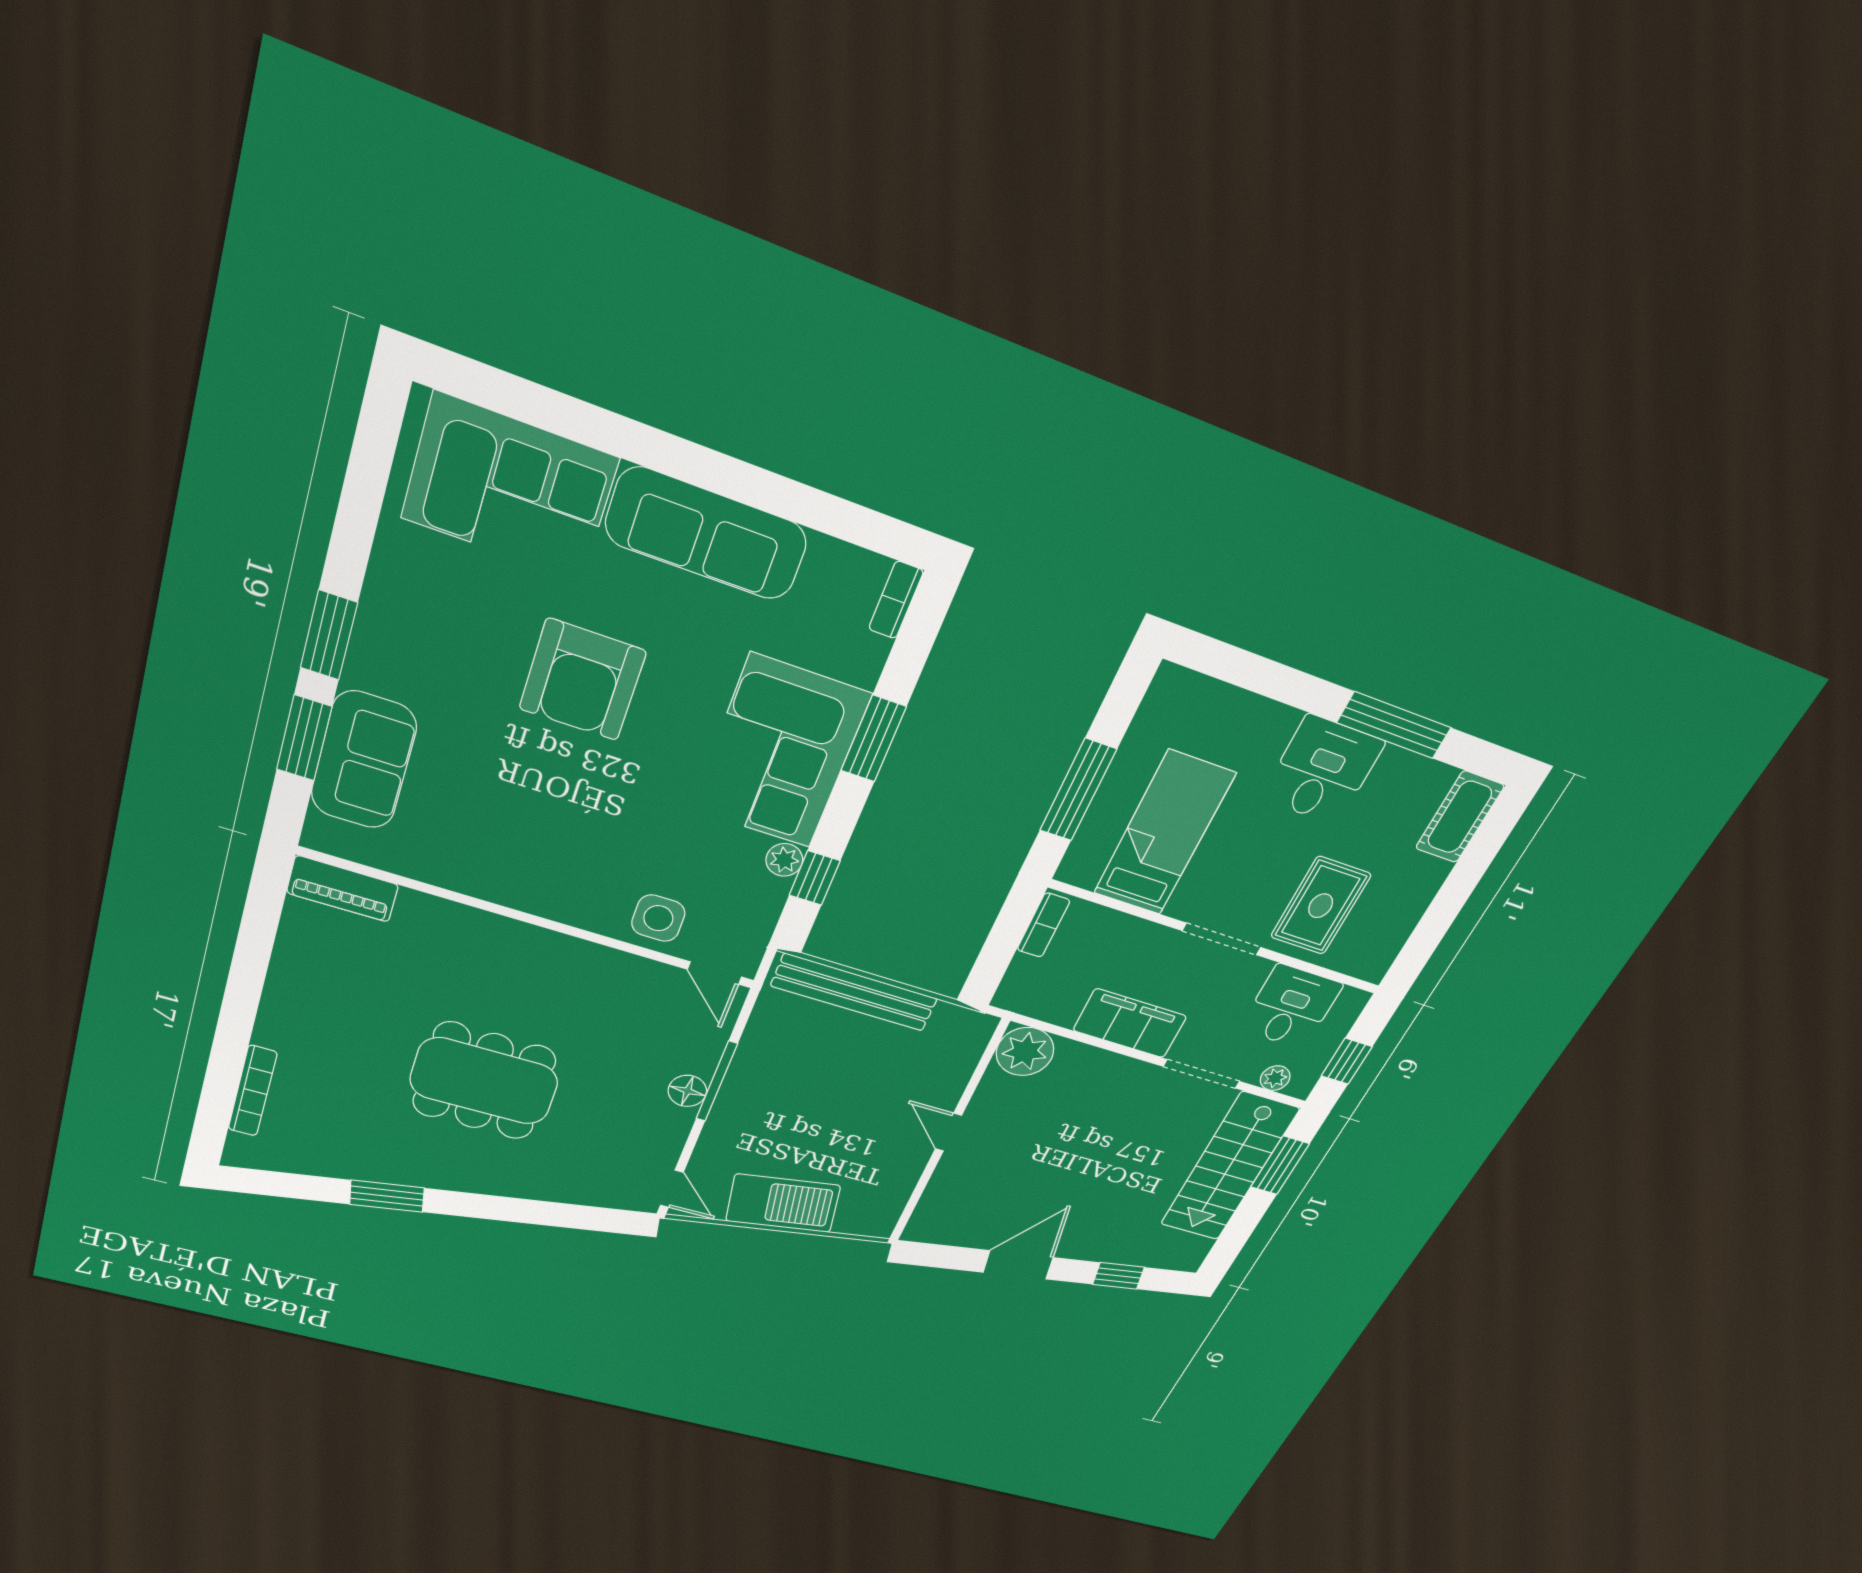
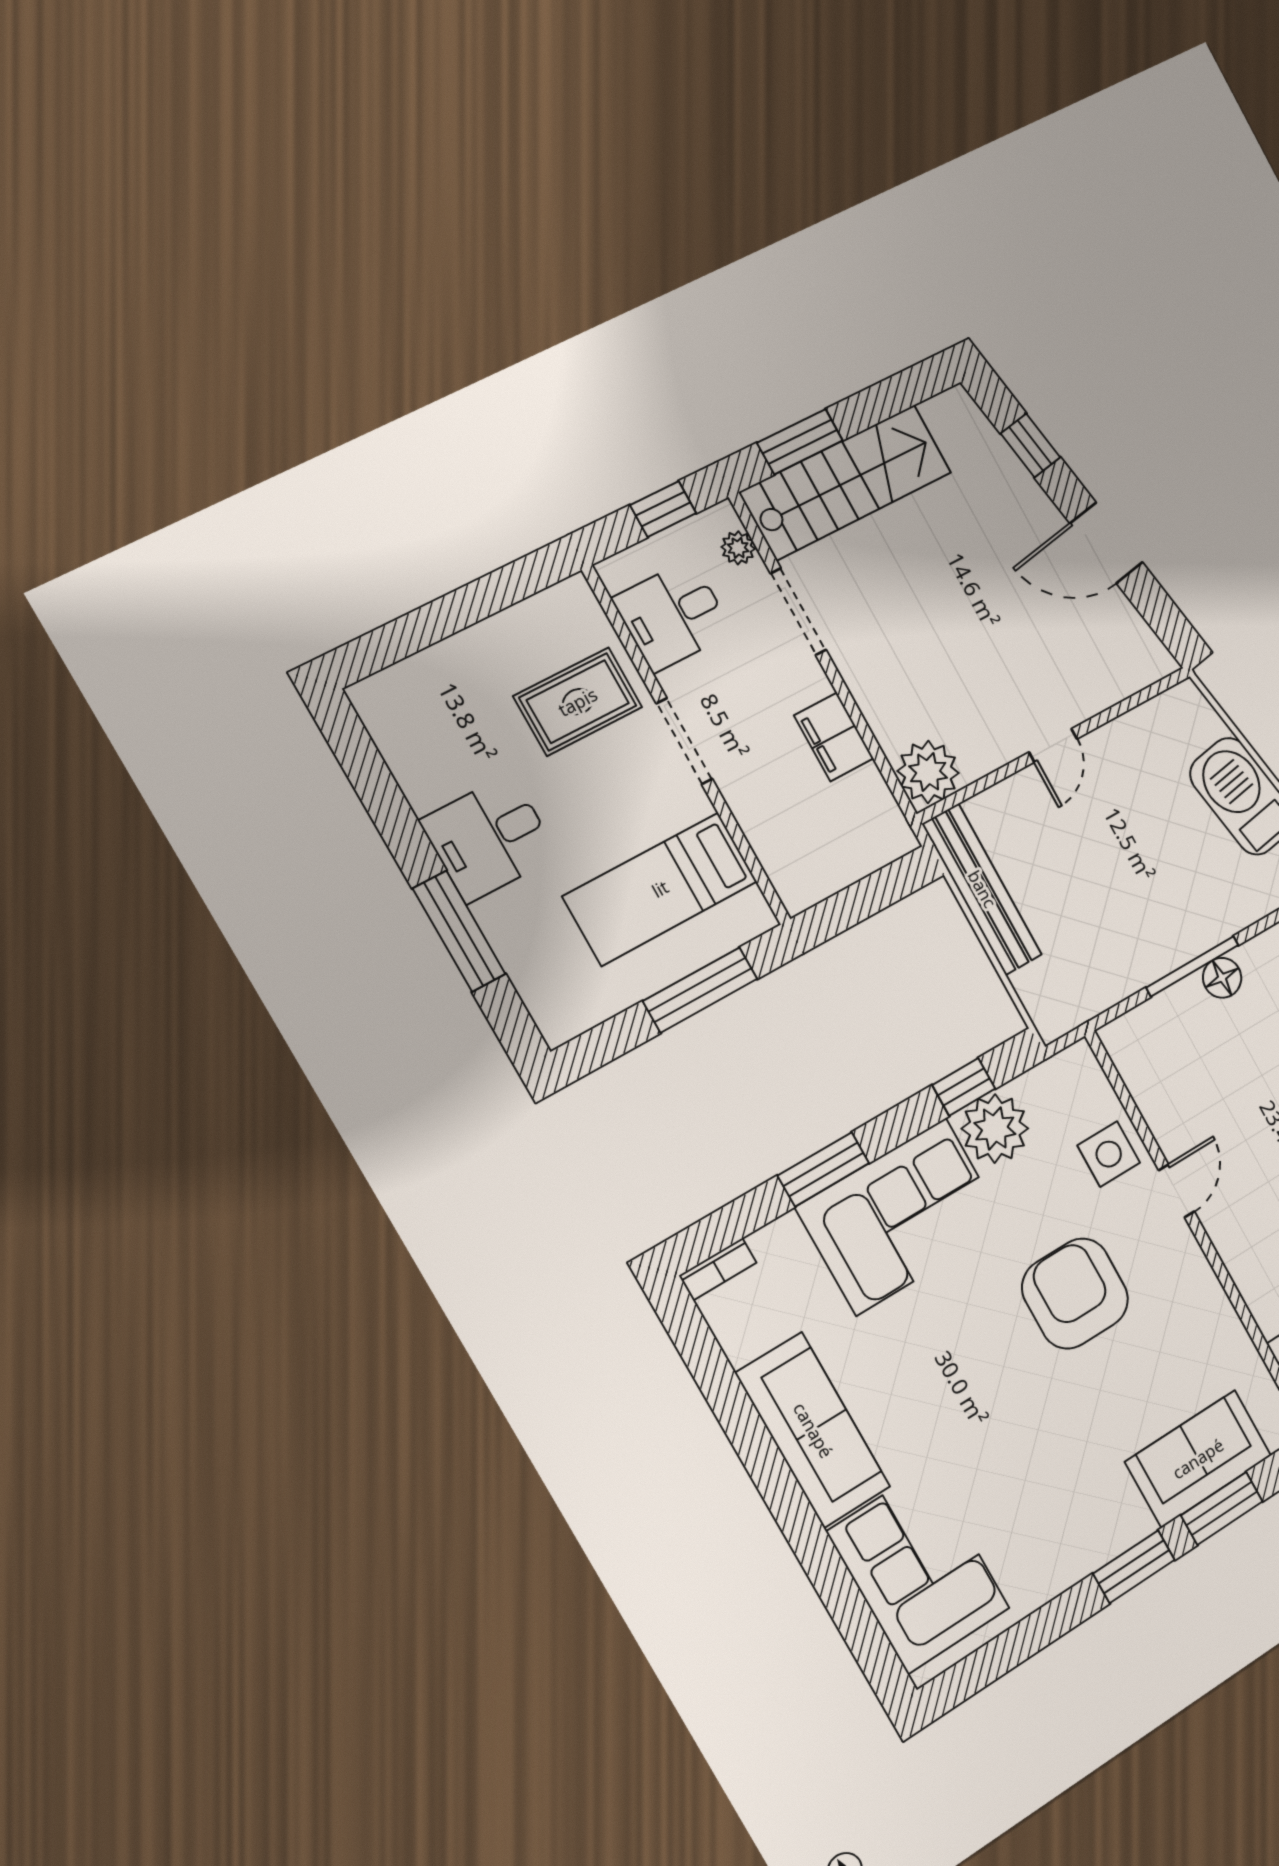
armchair: (583, 680) -> (1075, 1293), moved, turned -90
window: (1394, 725) -> (459, 931), moved
cot: (1460, 817) -> (401, 690), removed
plant: (784, 860) -> (995, 1129), width x1.88, depth x1.88
bookcase: (1043, 925) -> (820, 886), removed
door: (715, 973) -> (1177, 1191), moved
bench: (854, 992) -> (982, 889), moved
filing cabinet: (1130, 1023) -> (834, 737), width x0.67, depth x0.86

